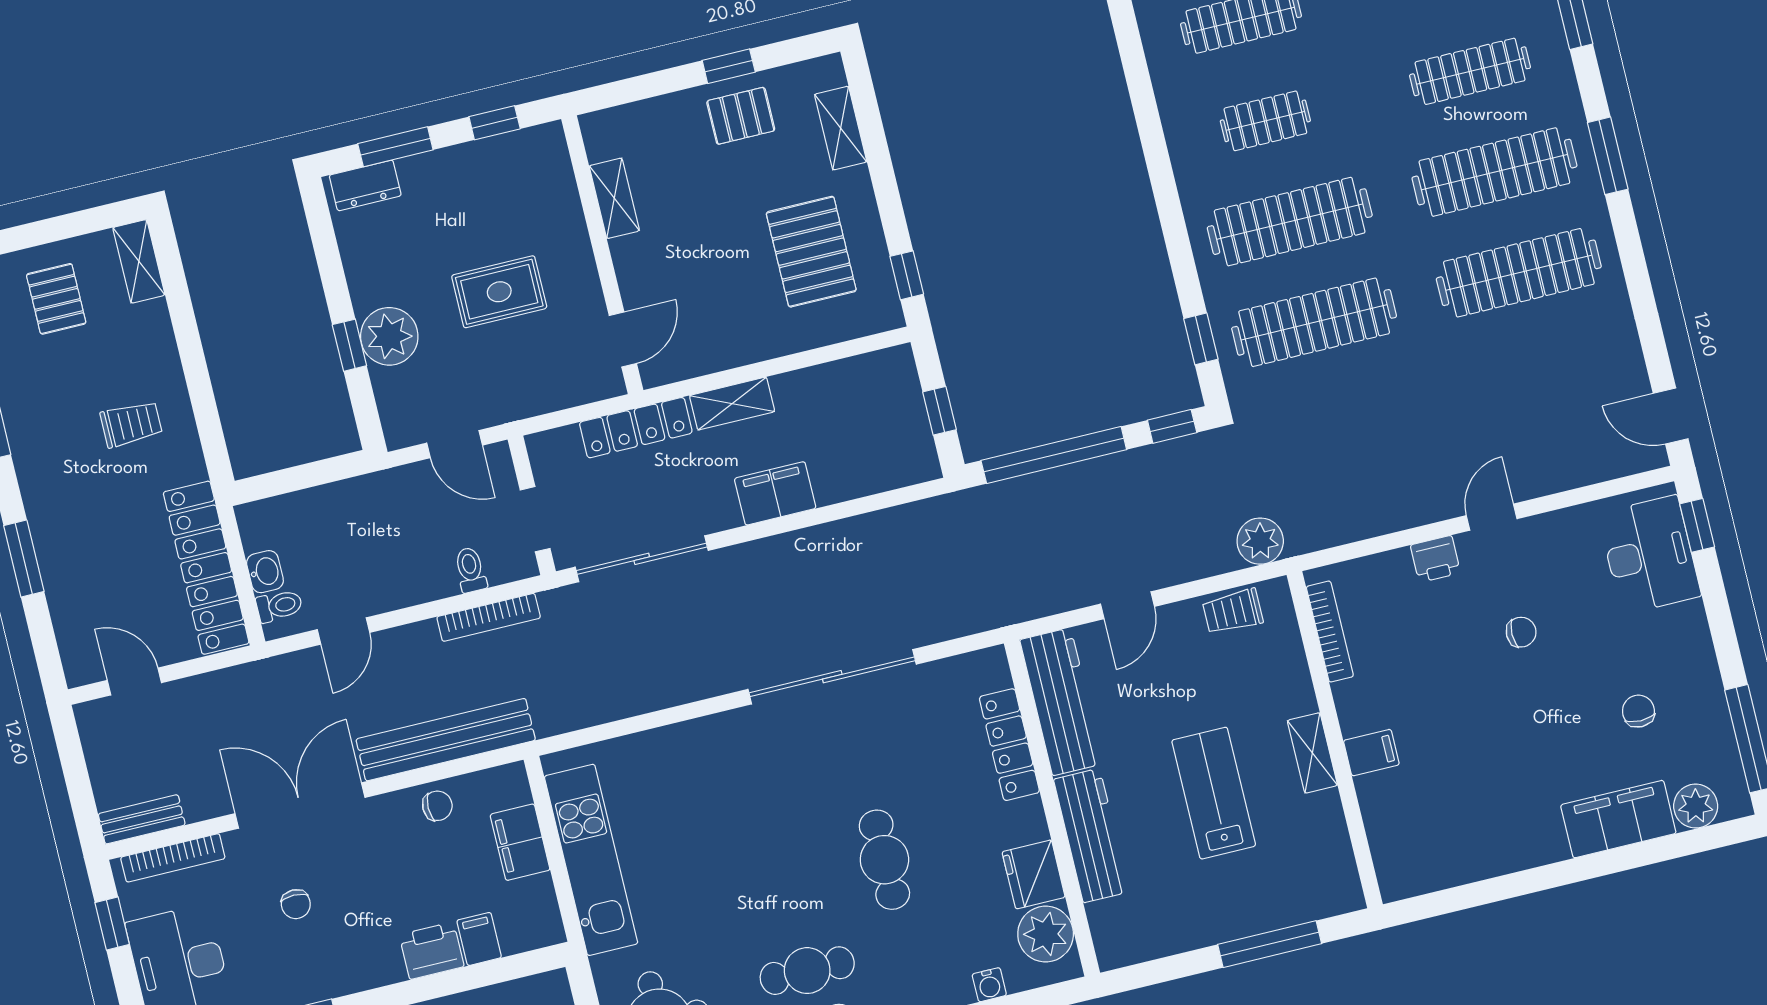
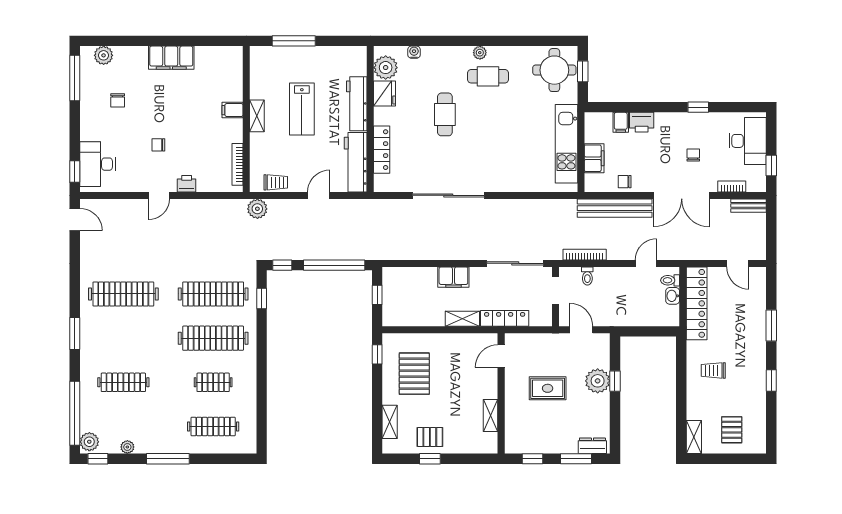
clothes rail: (1494, 172) -> (123, 338), removed
filing cabinet: (1618, 819) -> (171, 58), moved
bookcase: (173, 858) -> (732, 187), width x0.64

